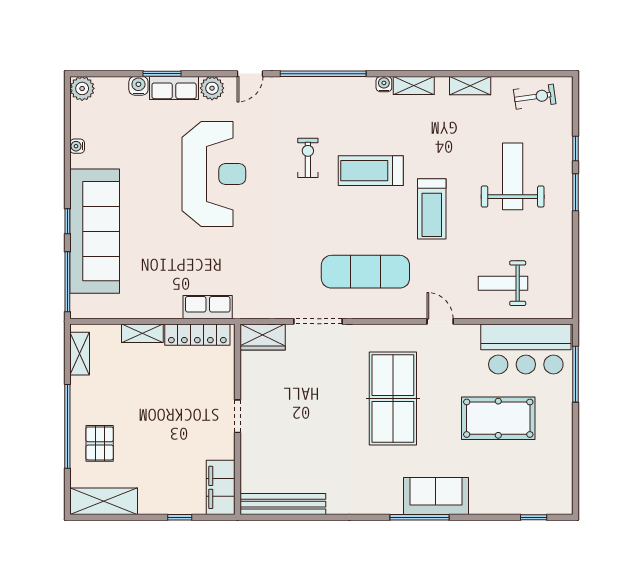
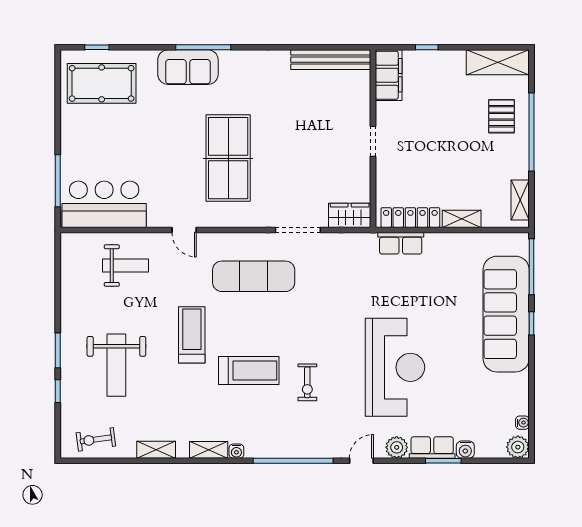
water cooler: (77, 146) -> (522, 423), moved
reception desk: (214, 174) -> (395, 367), turned 180
pool table: (498, 418) -> (102, 83), moved

